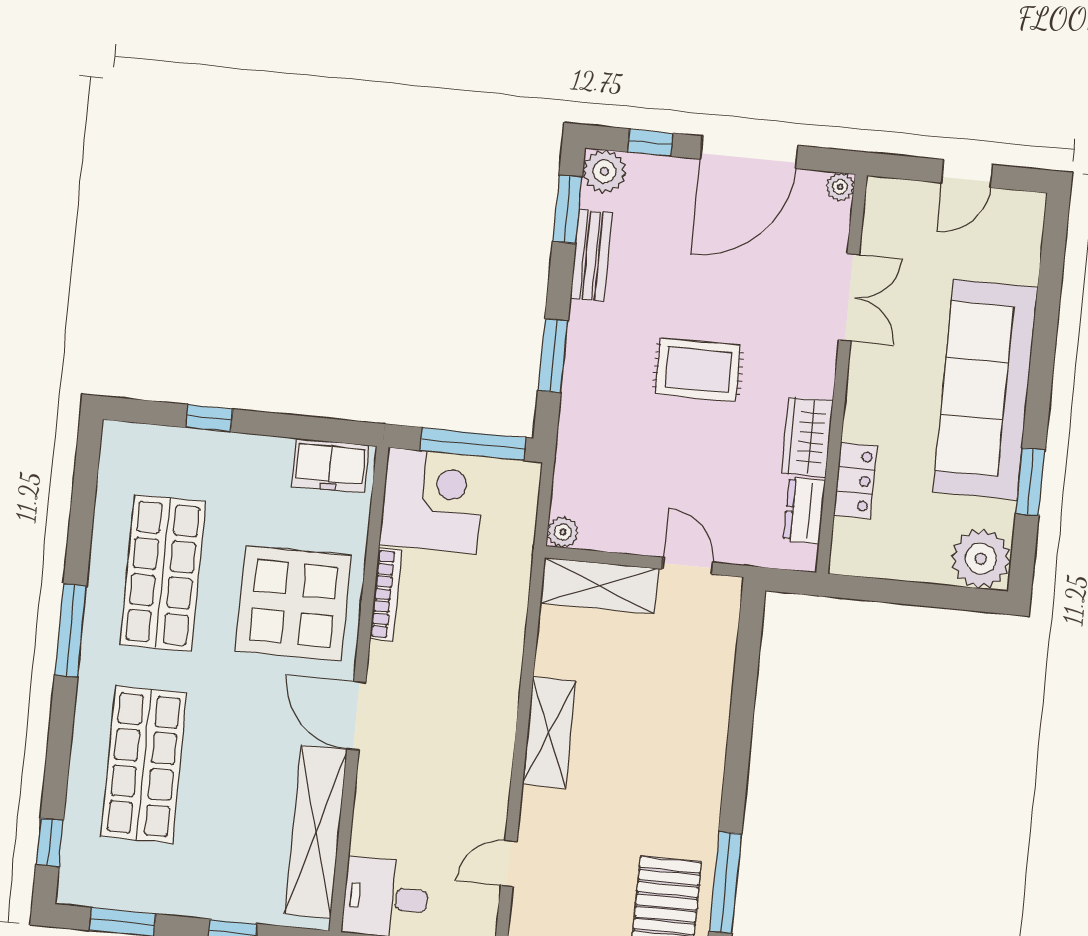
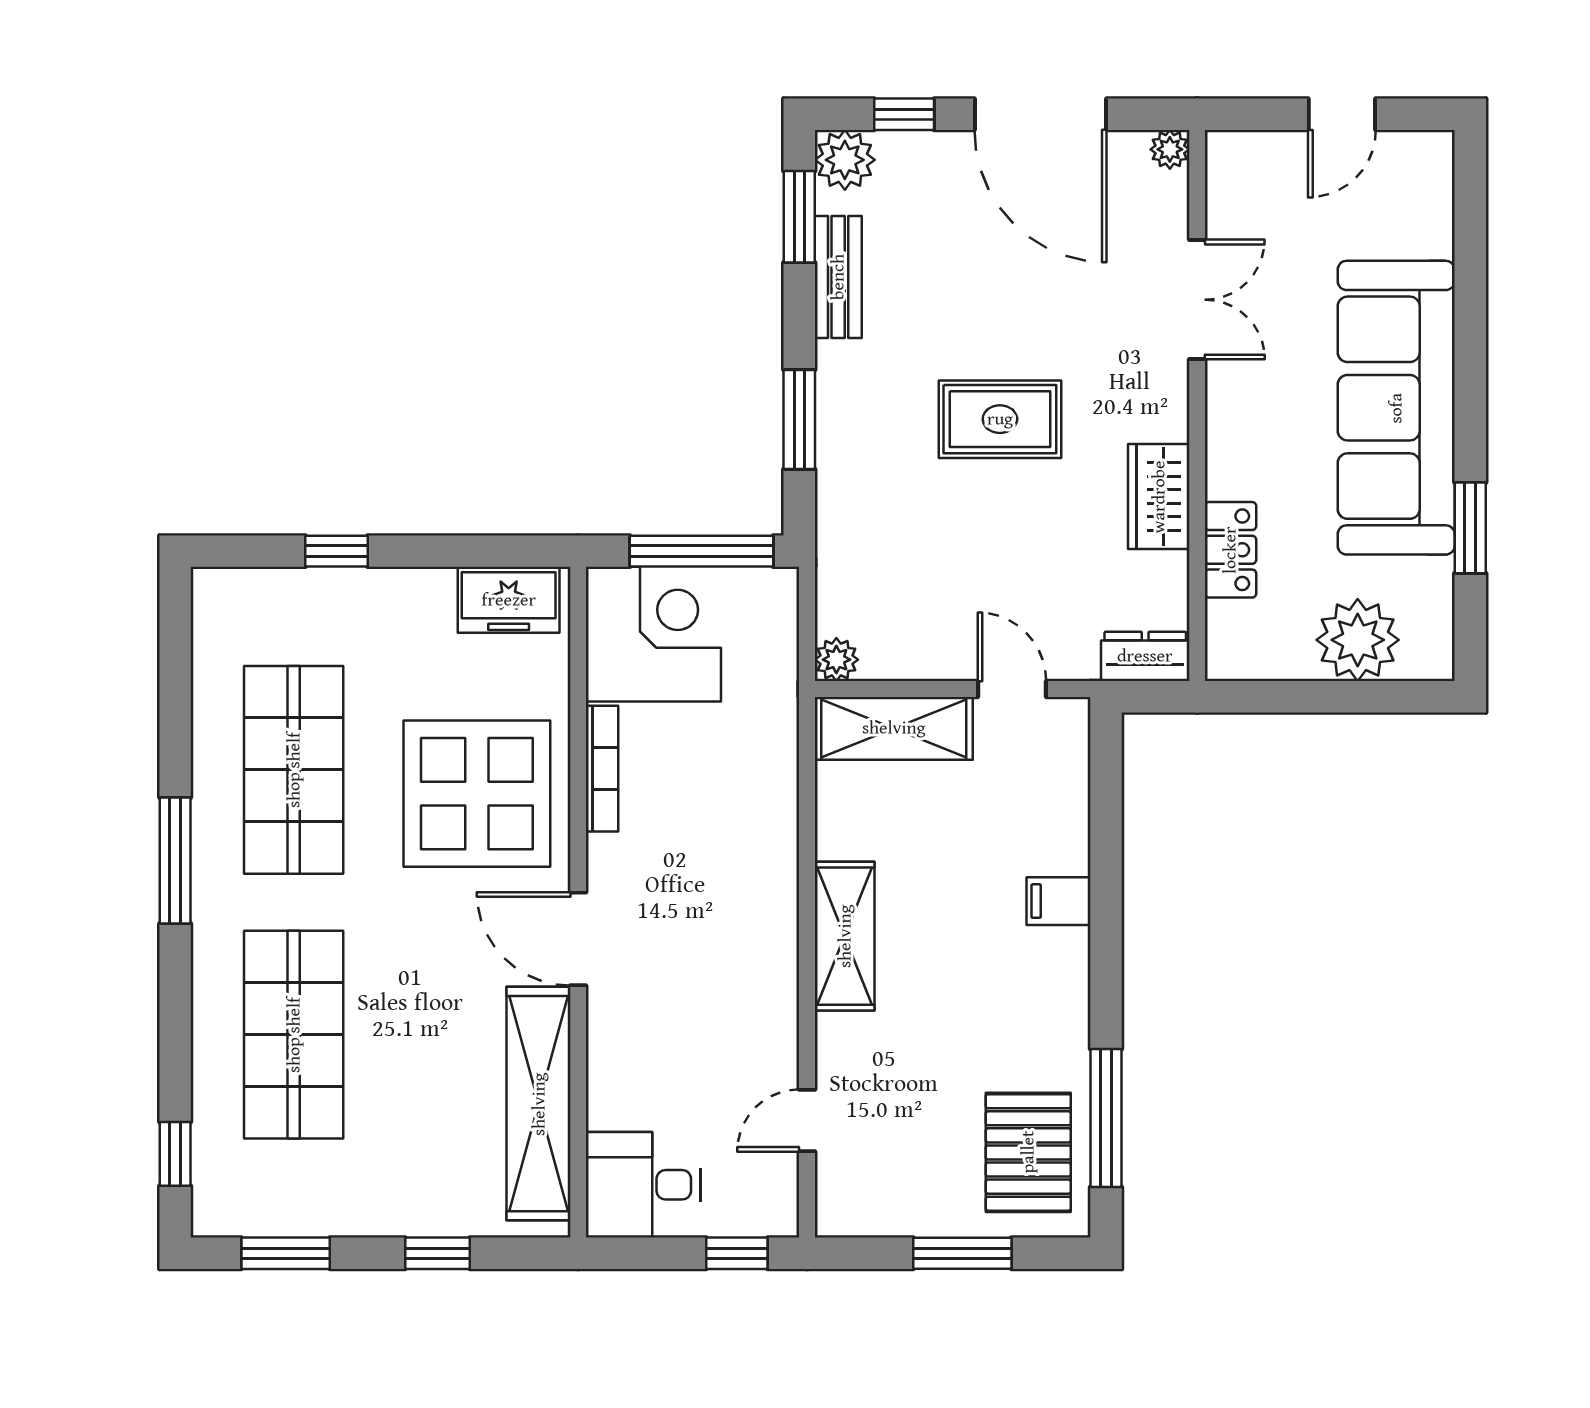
door: (749, 152) -> (1040, 114), hinge flipped
dresser: (804, 510) -> (1145, 656), moved, turned 90
plant: (981, 559) -> (1358, 640), moved
filing cabinet: (706, 722) -> (1059, 901), added

